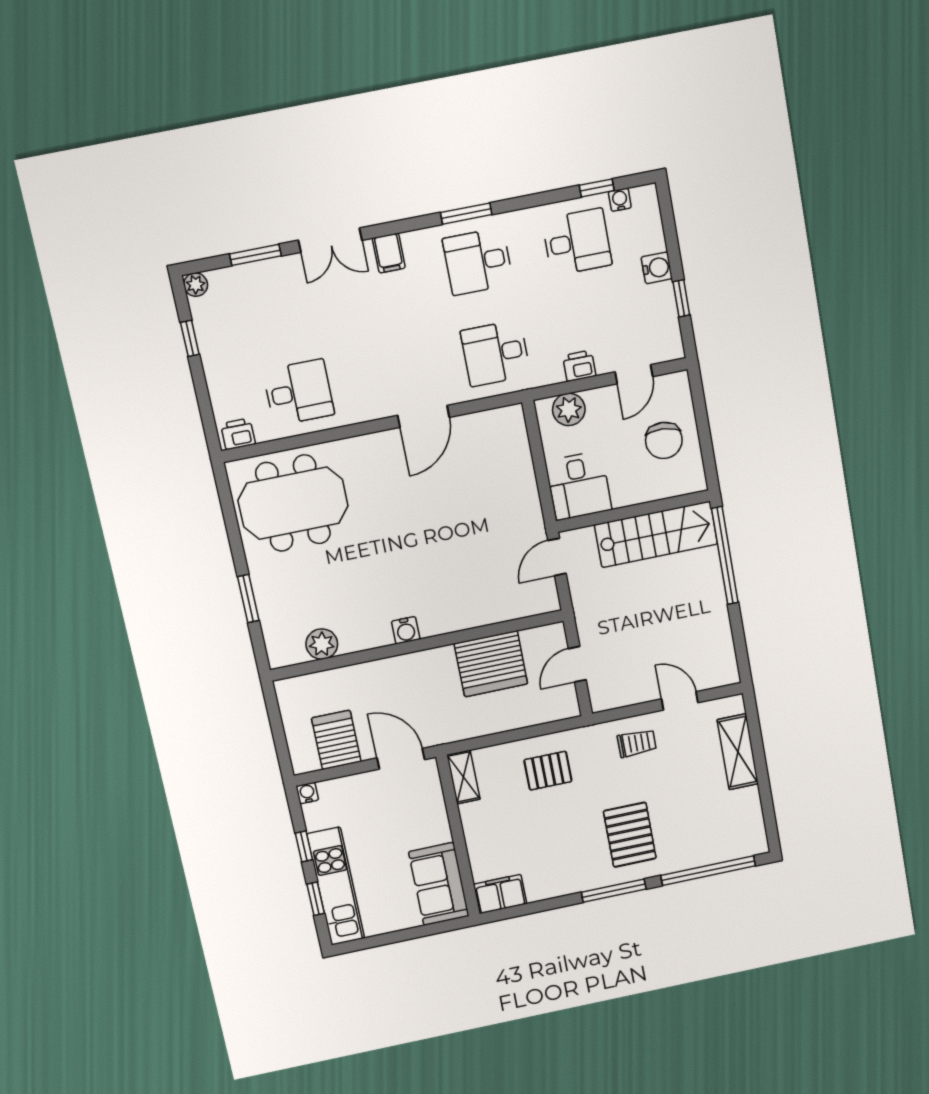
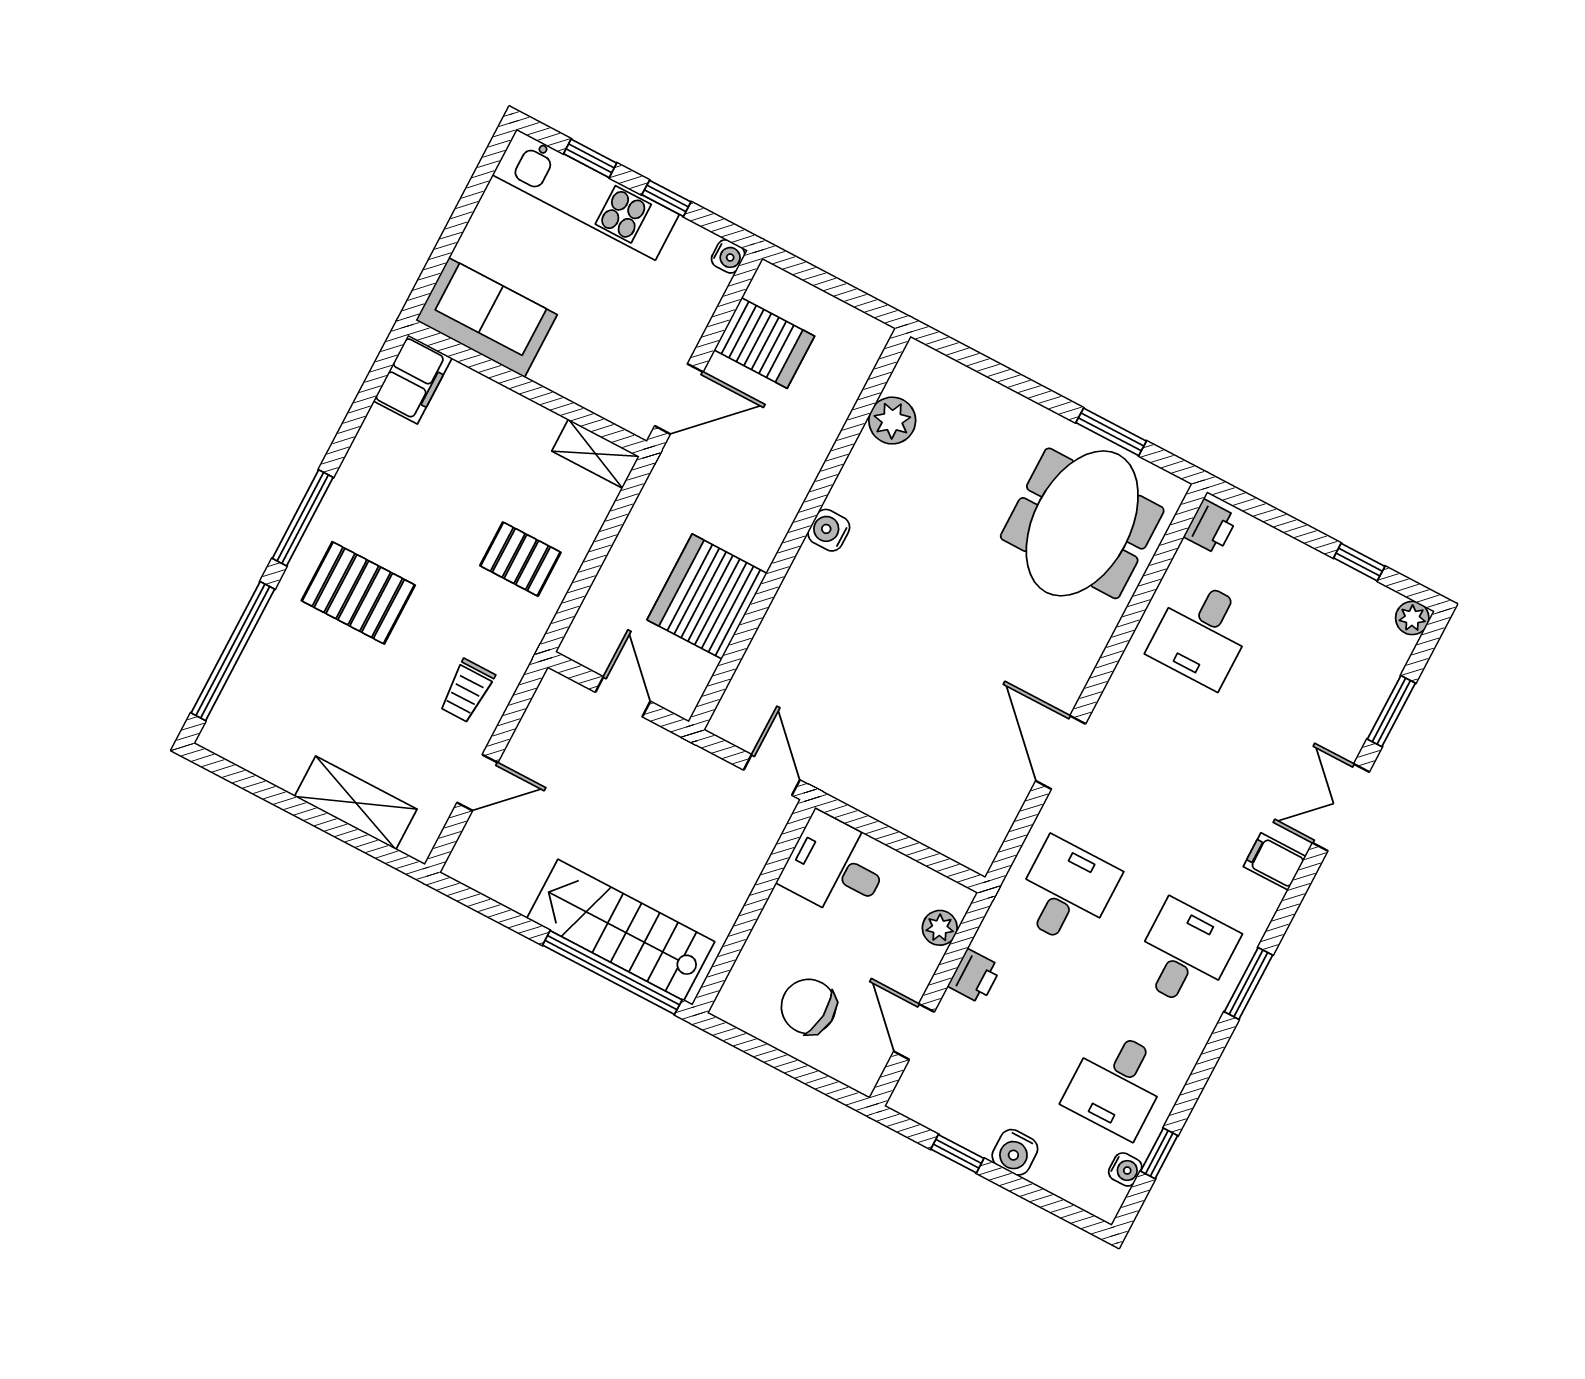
plant: (569, 409) -> (940, 928), width x0.73, depth x0.73
stairs: (656, 534) -> (621, 930), moved, turned 90
window: (248, 599) -> (1111, 432), moved
pallet: (548, 771) -> (520, 559), turned 90

